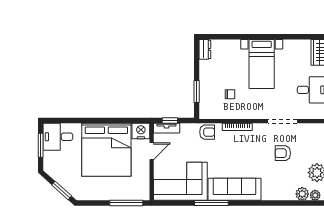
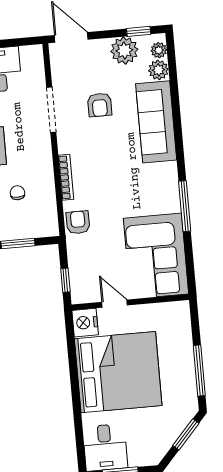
tv unit: (167, 128) -> (77, 284), removed
sofa: (234, 189) -> (156, 122), moved
window: (126, 203) -> (199, 371), moved

